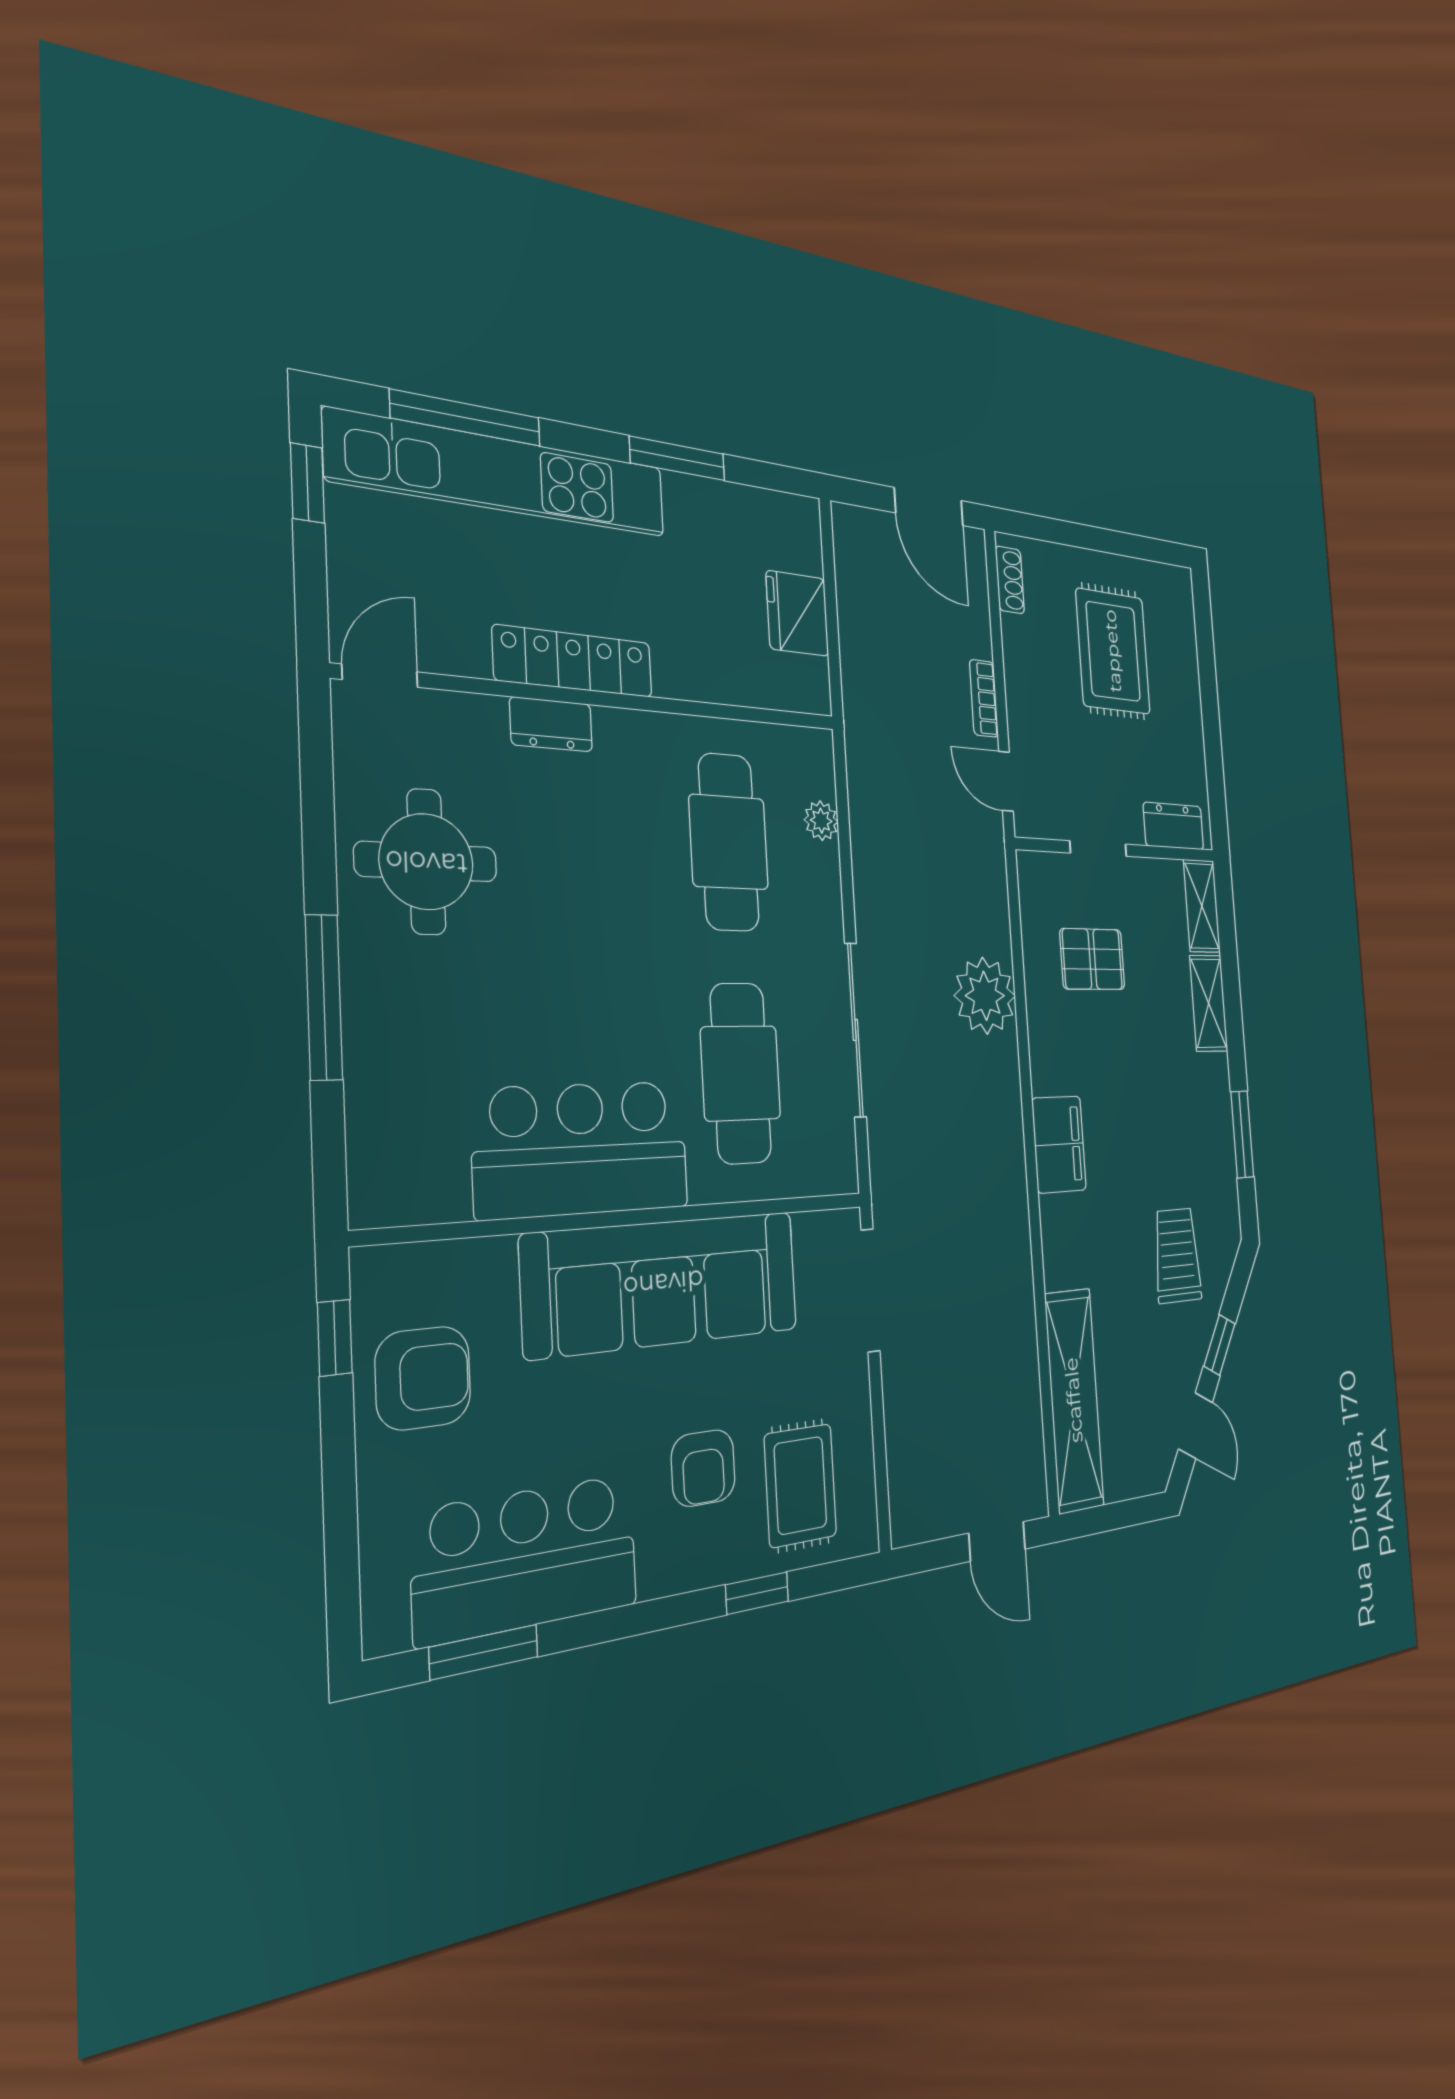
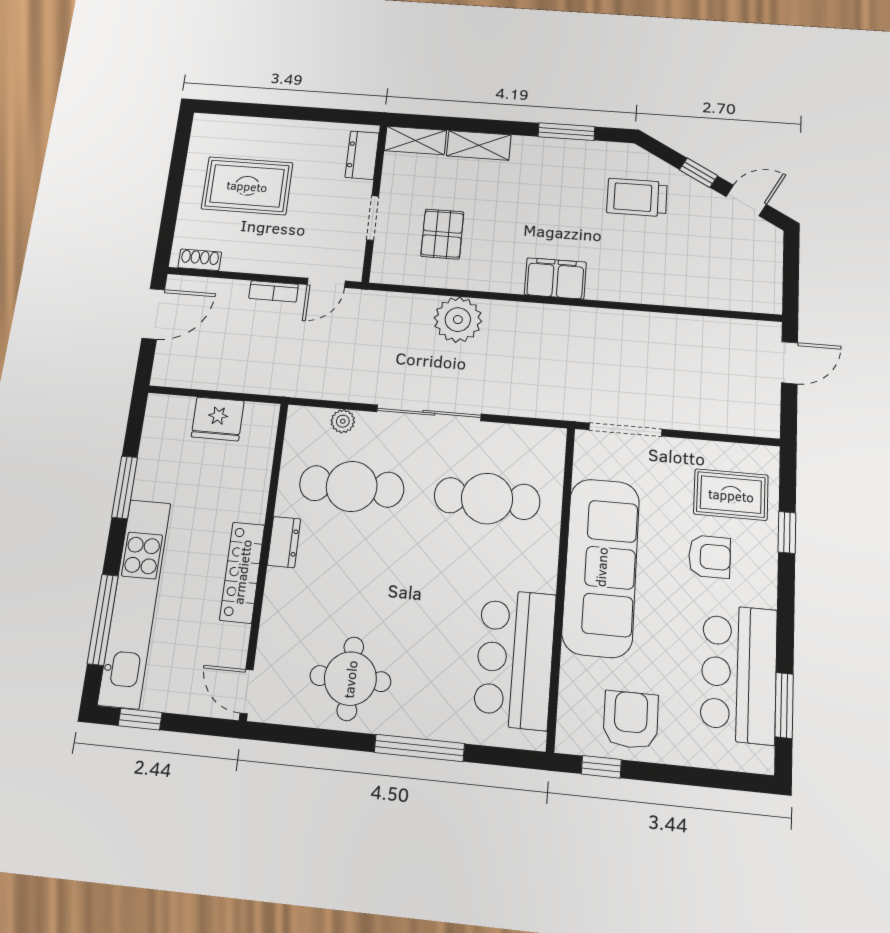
dresser: (551, 724) -> (284, 542), moved
sliding door: (855, 1030) -> (429, 413), moved
bar counter: (582, 1149) -> (515, 659), moved
shelving: (1074, 1400) -> (714, 292), removed

